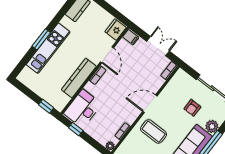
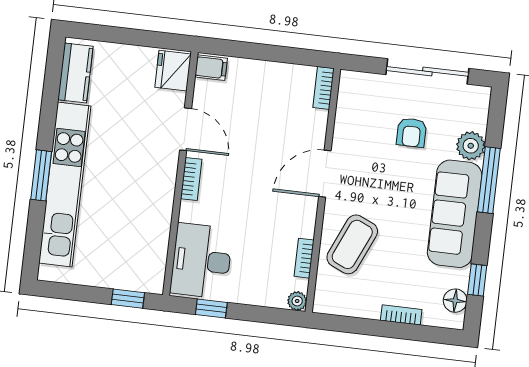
double door: (158, 46) -> (274, 53), removed
kitchen unit: (48, 48) -> (65, 185), width x1.36
kitchen counter: (79, 78) -> (158, 206), removed
coffee table: (154, 132) -> (352, 244), moved, turned -66

